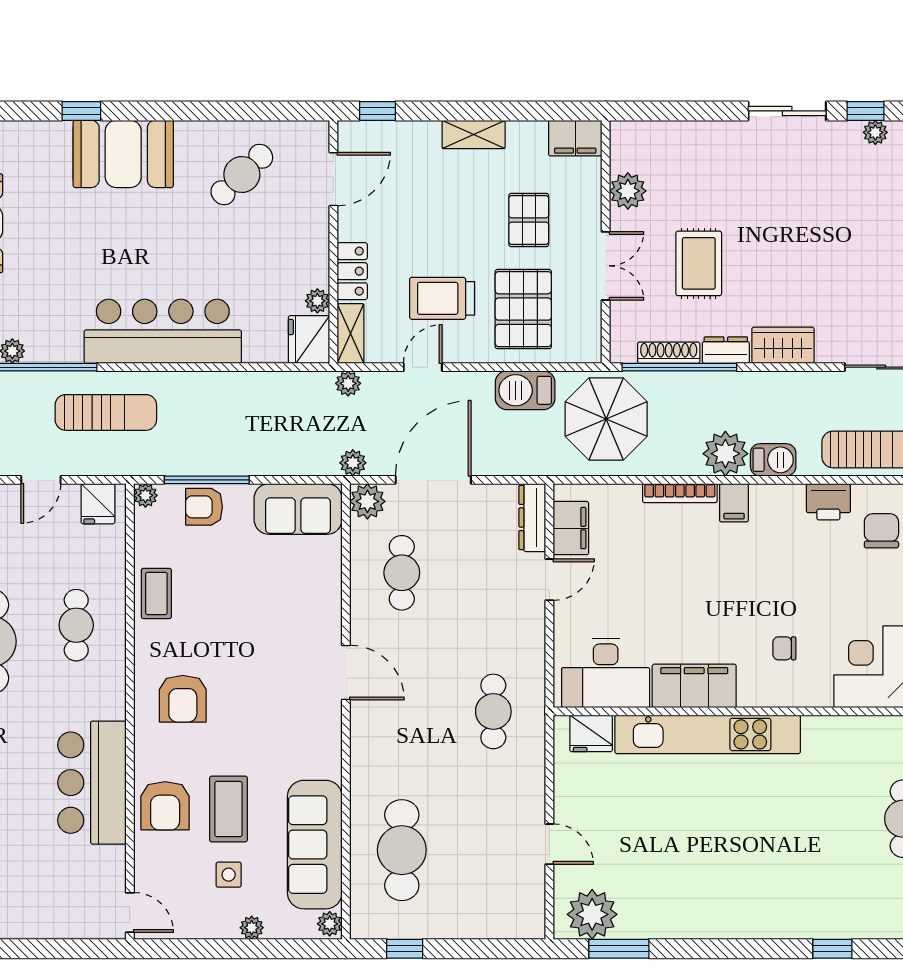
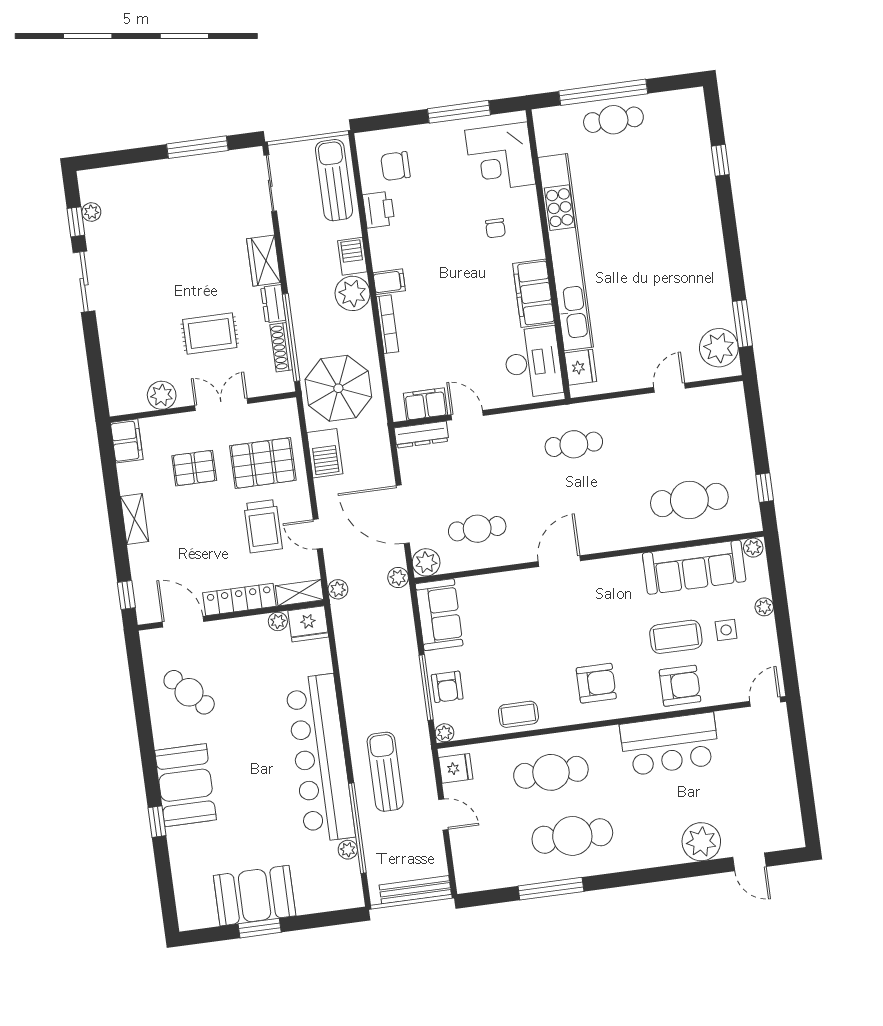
locker: (352, 271) -> (239, 599), width x1.53
bar counter: (163, 331) -> (320, 758), width x1.36
cafe table: (76, 625) -> (551, 772), width x1.37, depth x1.35
kitchen unit: (708, 734) -> (566, 252), width x1.36

